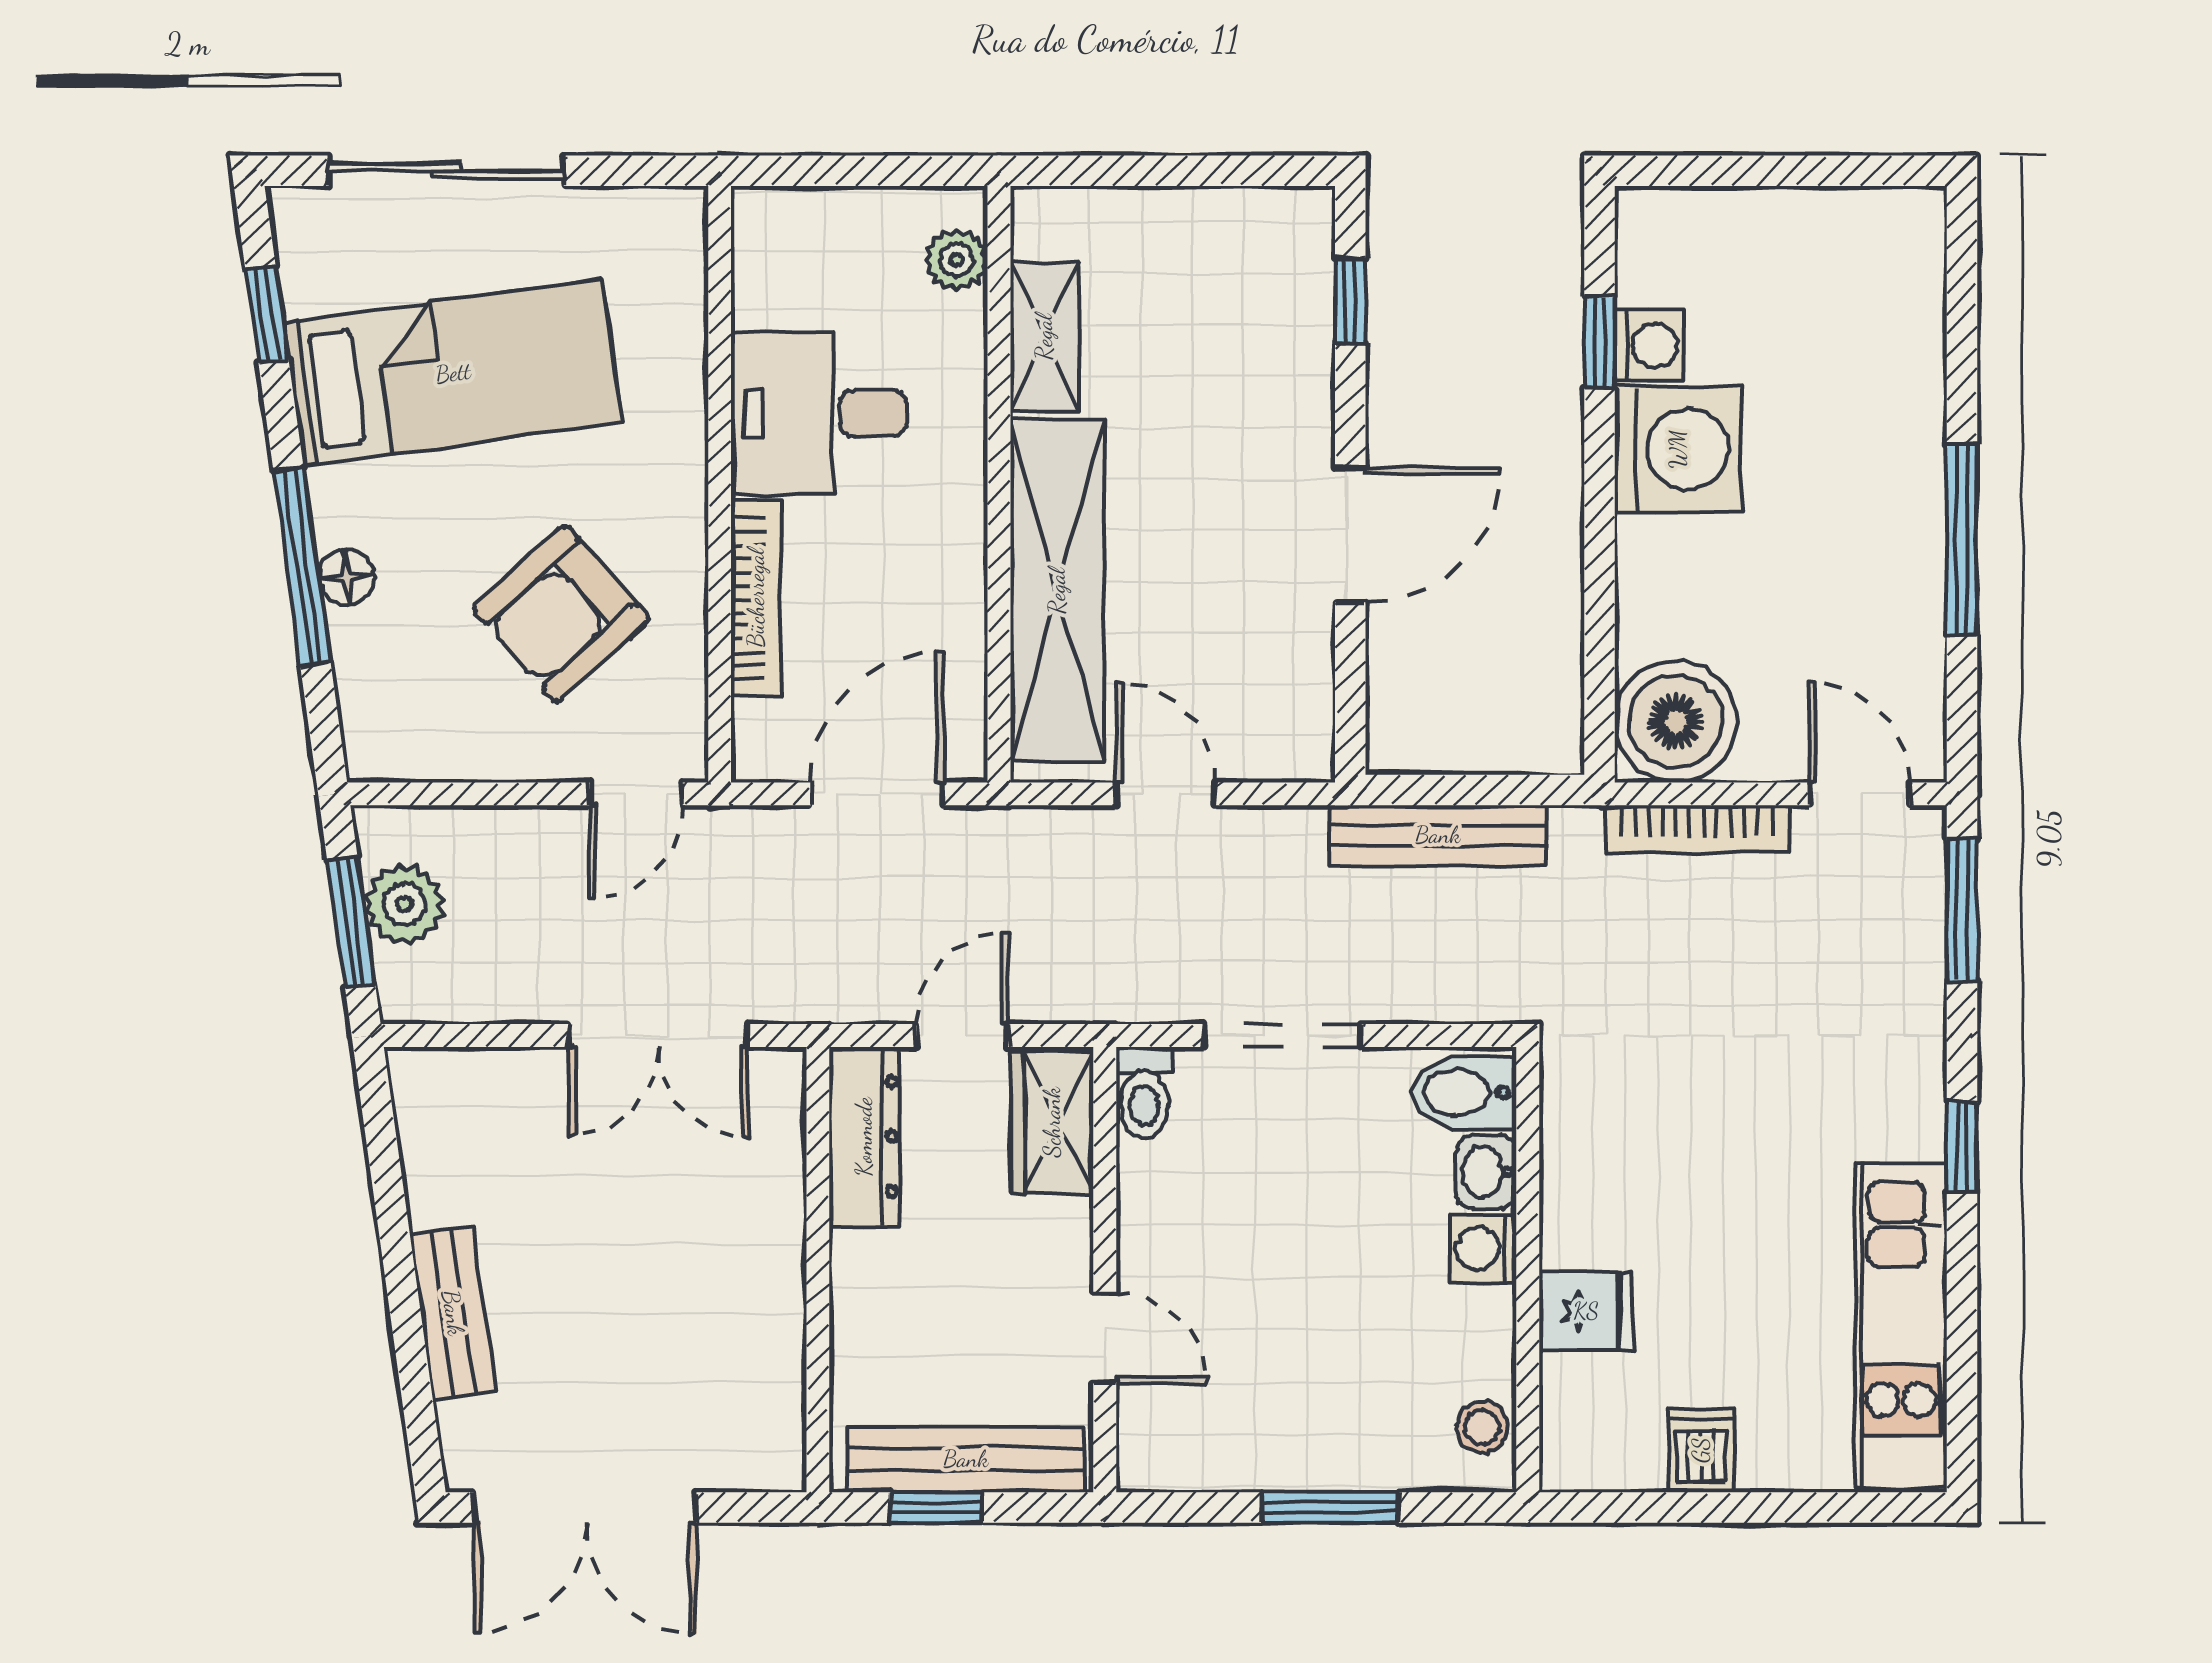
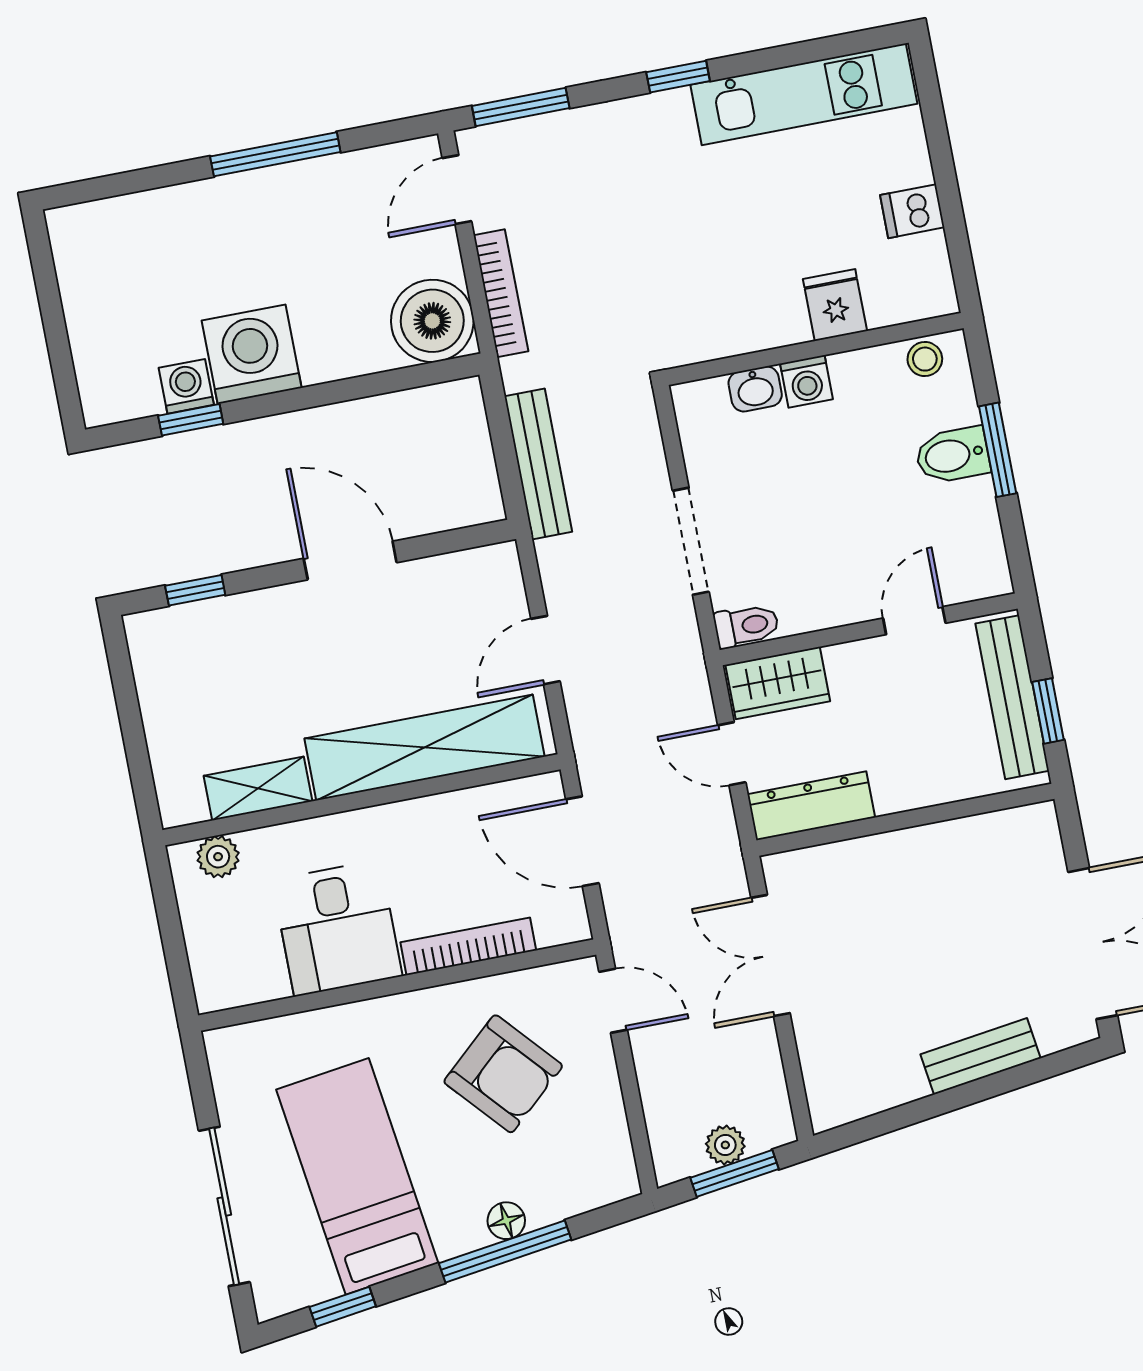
plant: (404, 904) -> (725, 1145), width x0.73, depth x0.73
double door: (658, 1036) -> (771, 956), swing flipped
bidet: (1464, 1092) -> (952, 455), moved, turned 90

